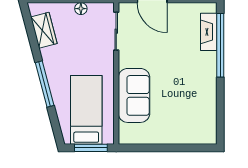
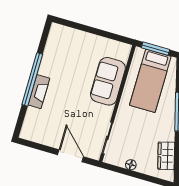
fireplace: (209, 32) -> (39, 92), moved
window: (220, 45) -> (32, 79), moved

